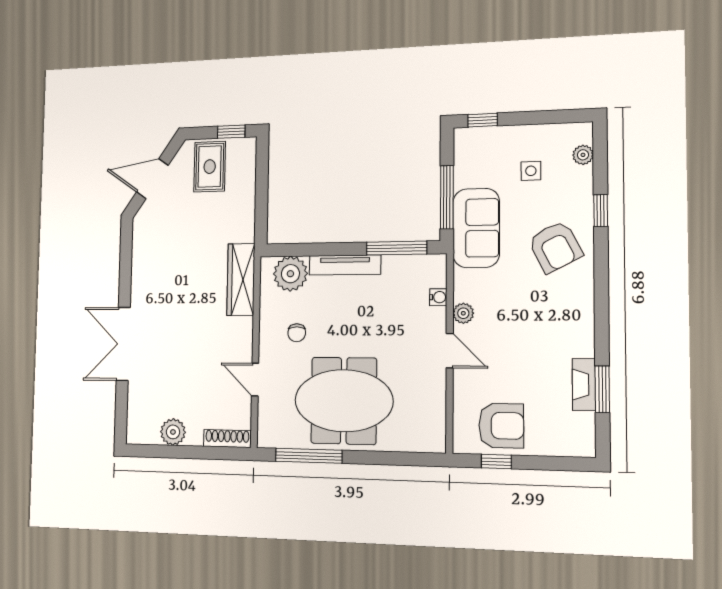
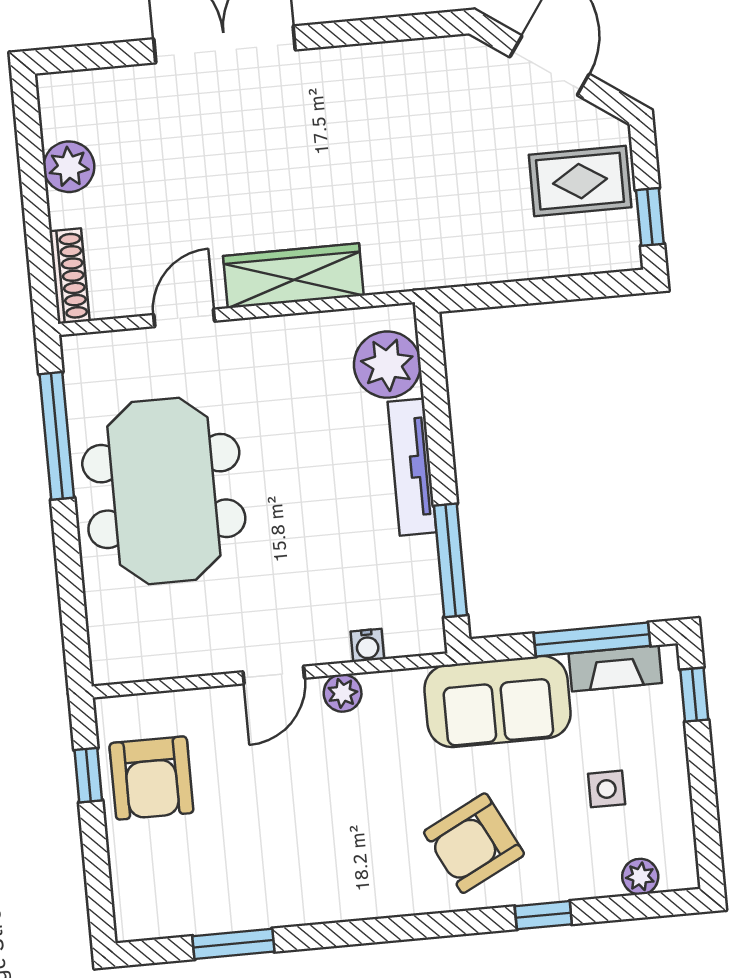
window: (447, 197) -> (592, 640), moved
wardrobe: (241, 280) -> (293, 276), moved
chair: (297, 333) -> (279, 389), removed
fireplace: (584, 385) -> (615, 668), moved, turned 180

